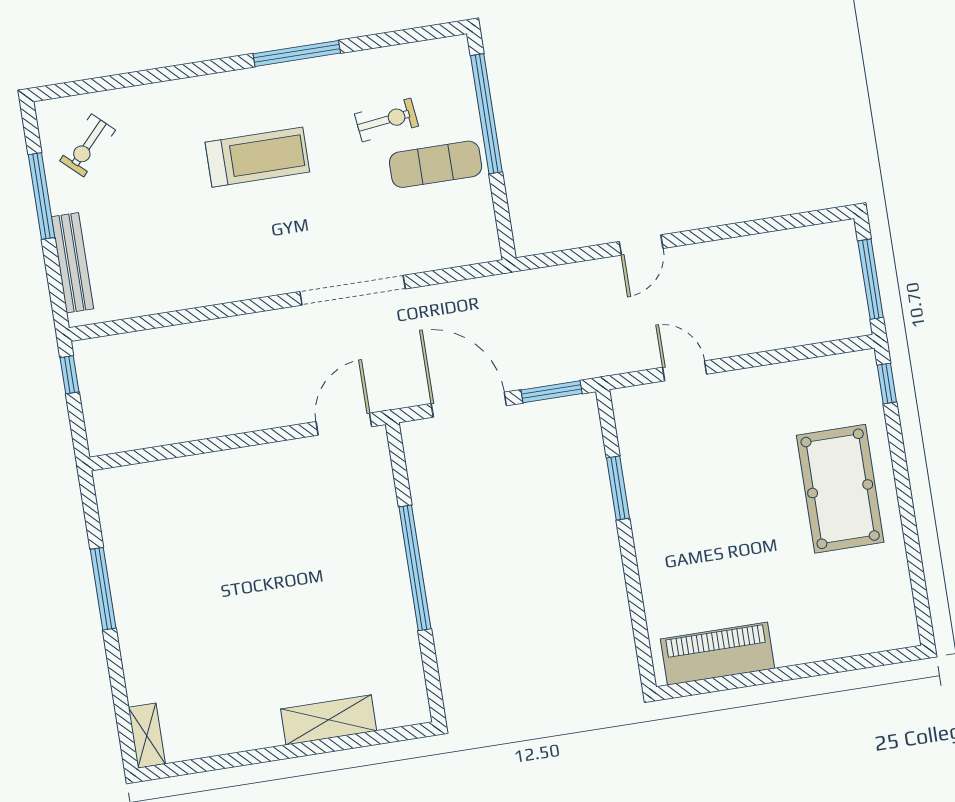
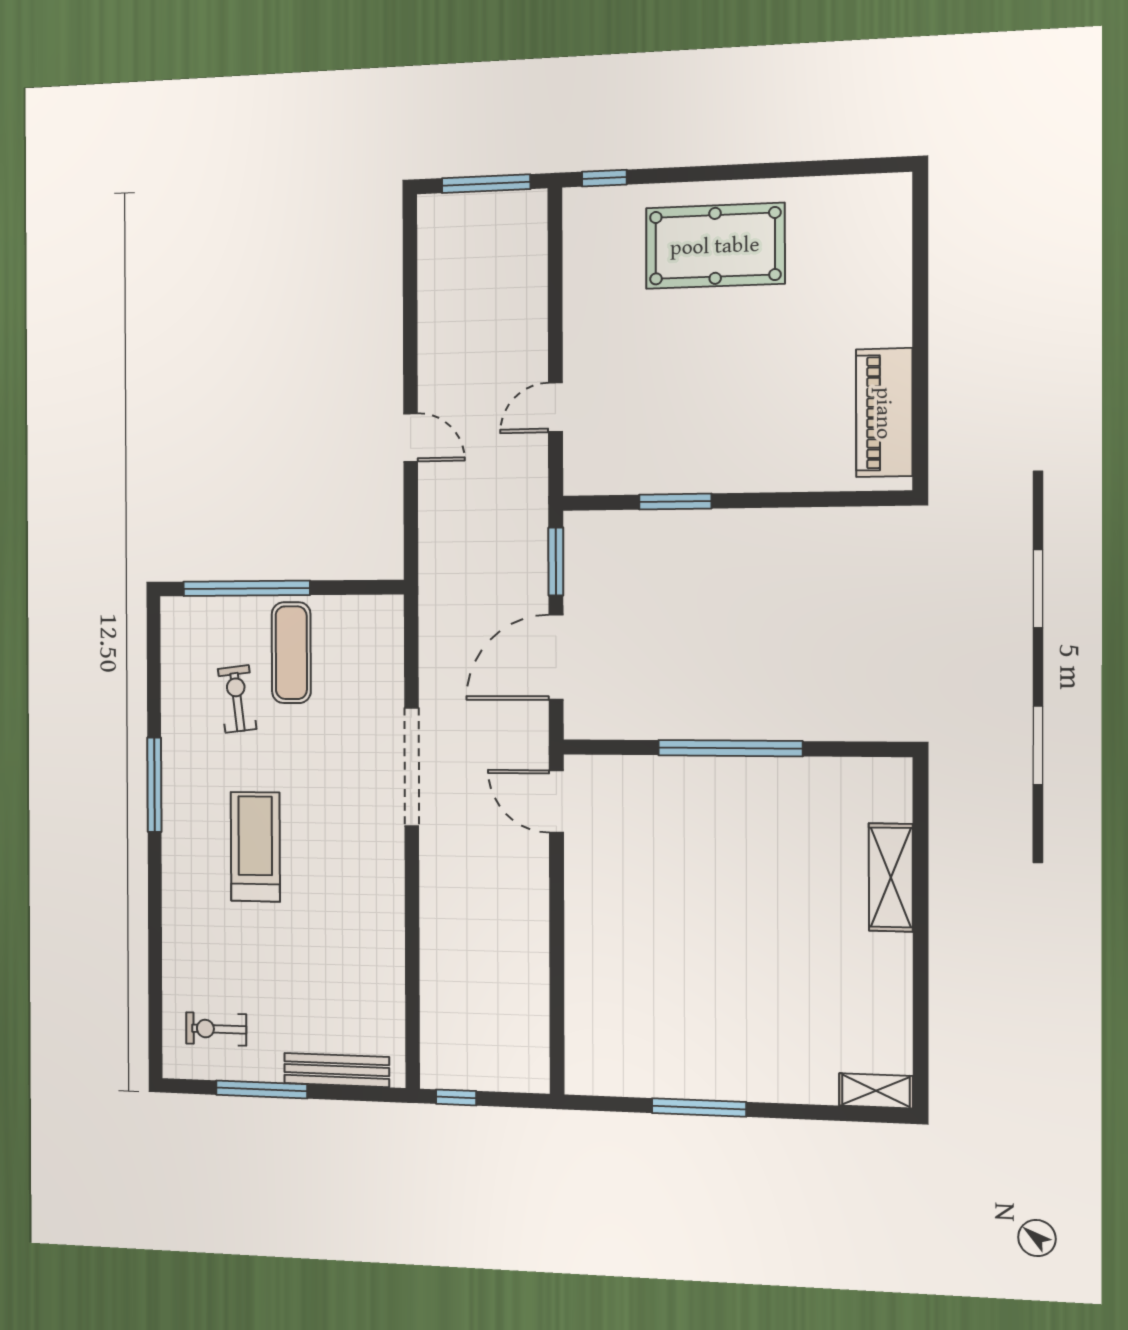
exercise bike: (88, 145) -> (216, 1029), turned 137

